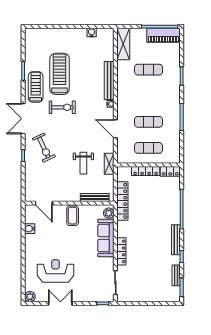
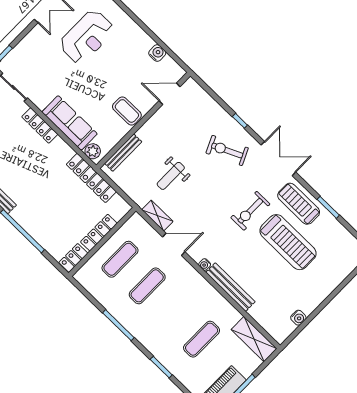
treadmill: (36, 87) -> (299, 204), turned 180
weight bench: (83, 163) -> (171, 176), turned -90
shelving: (109, 164) -> (157, 216), moved

